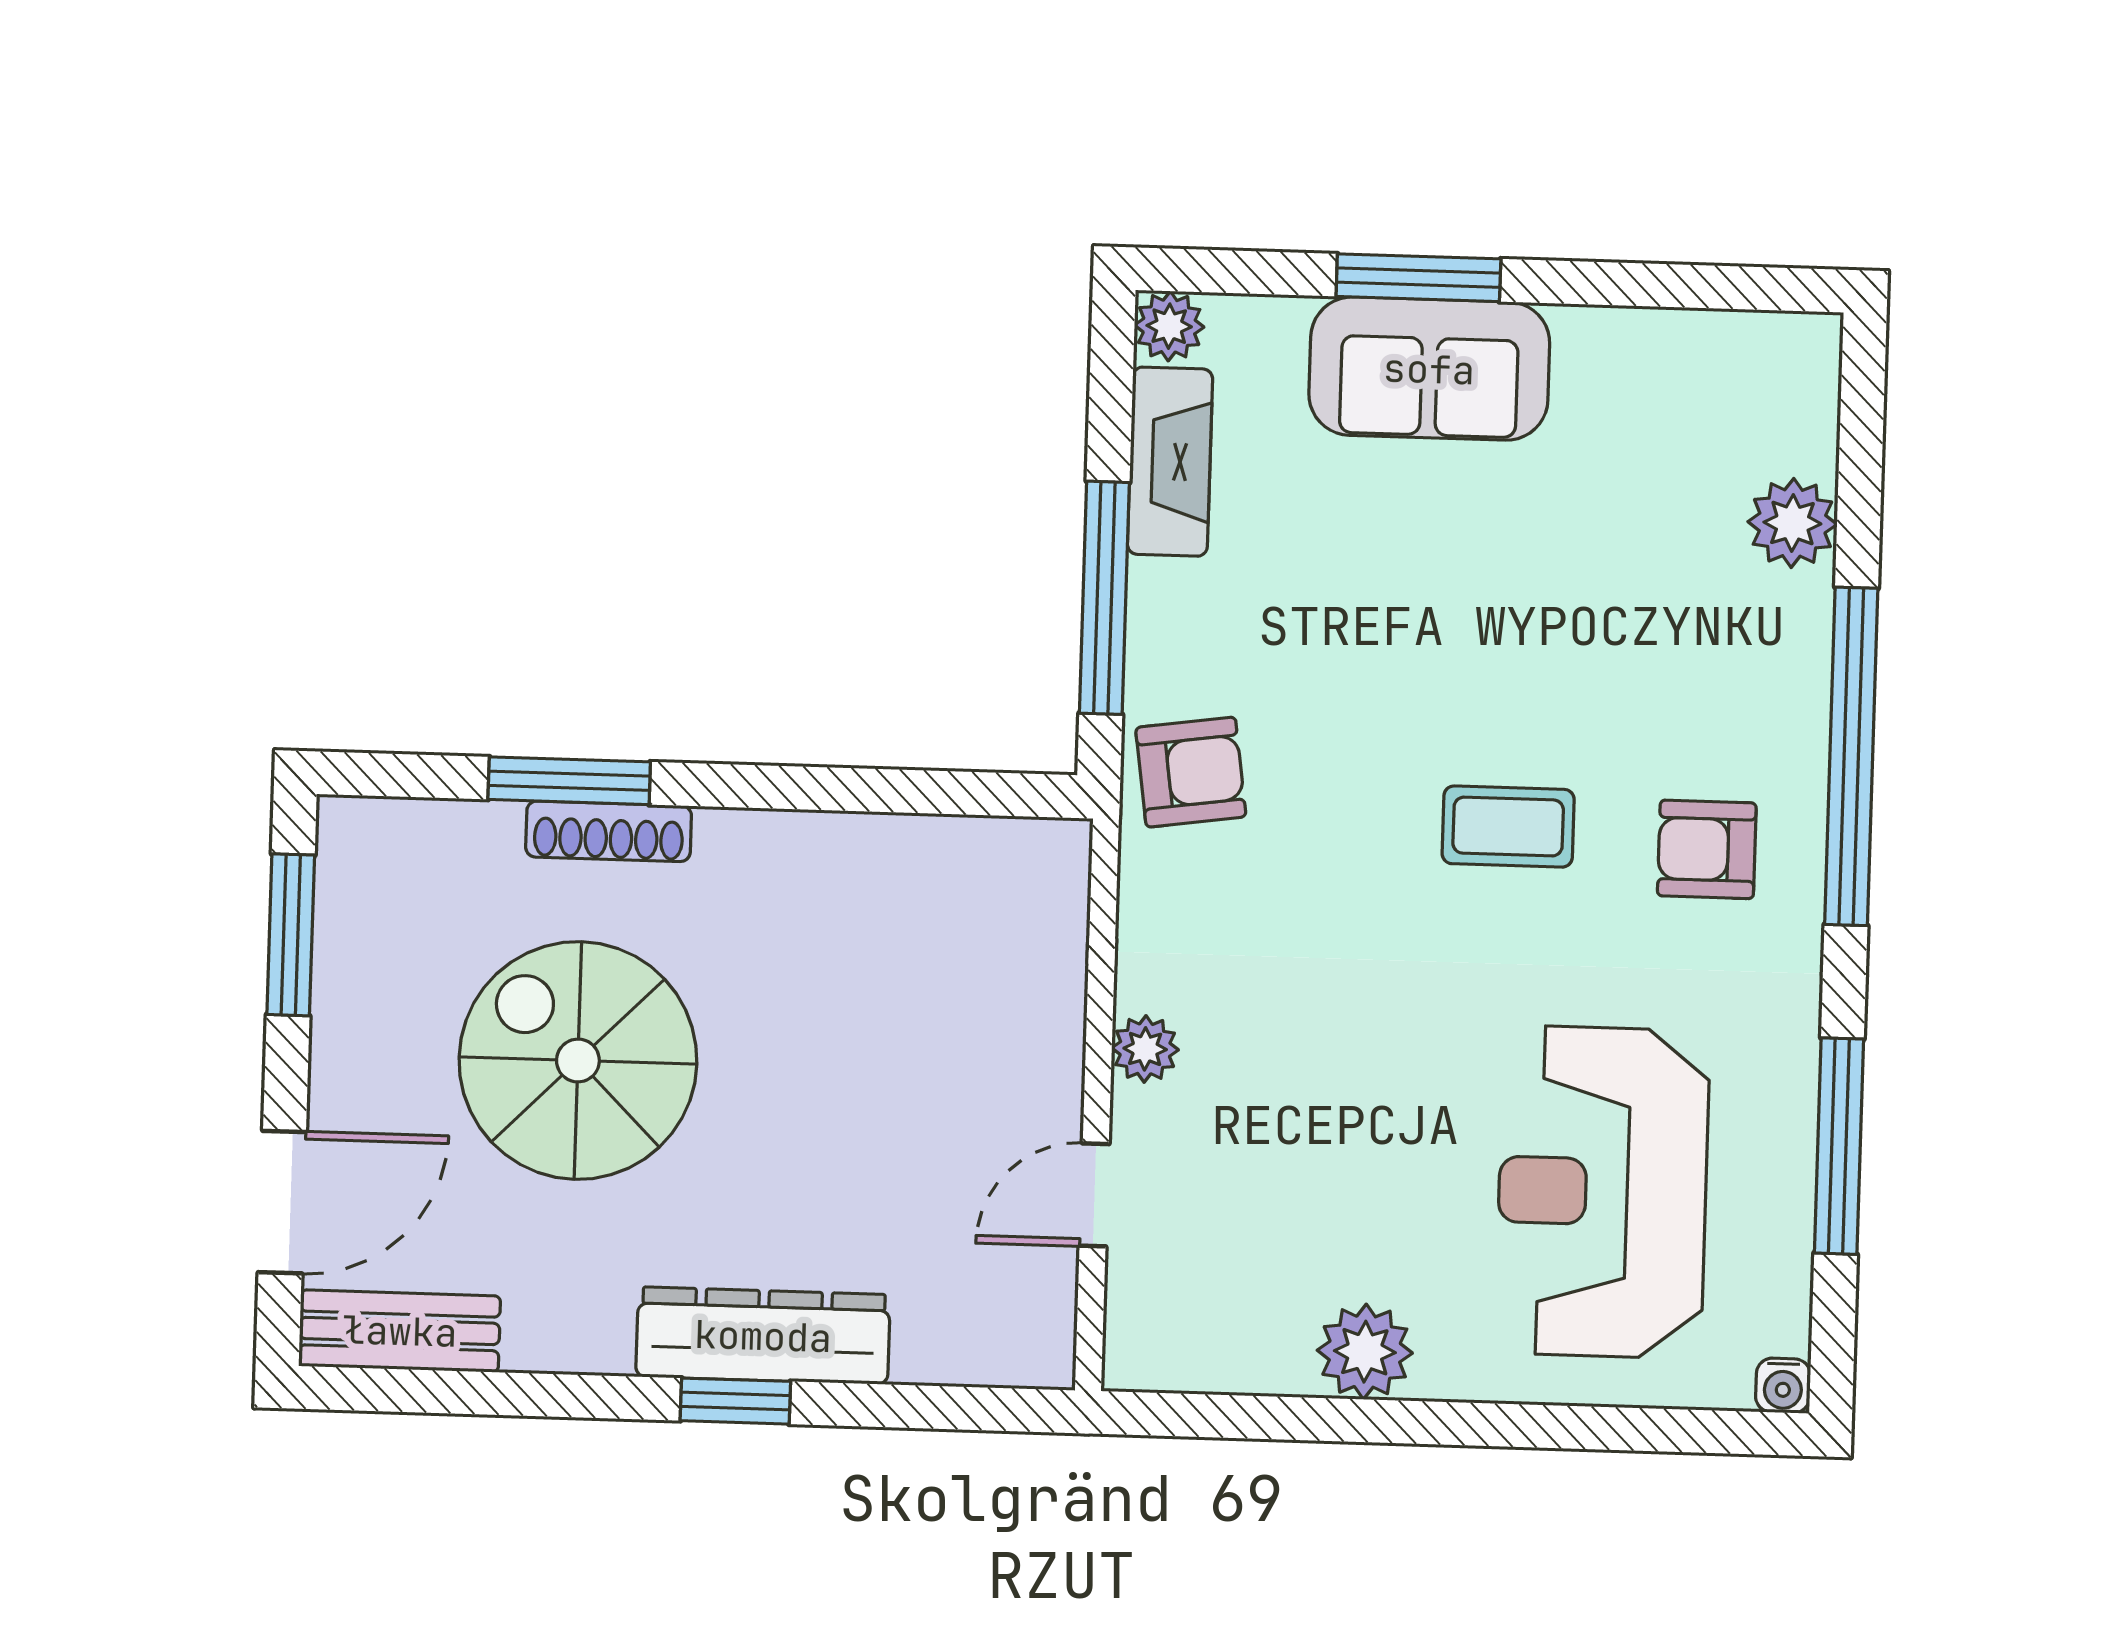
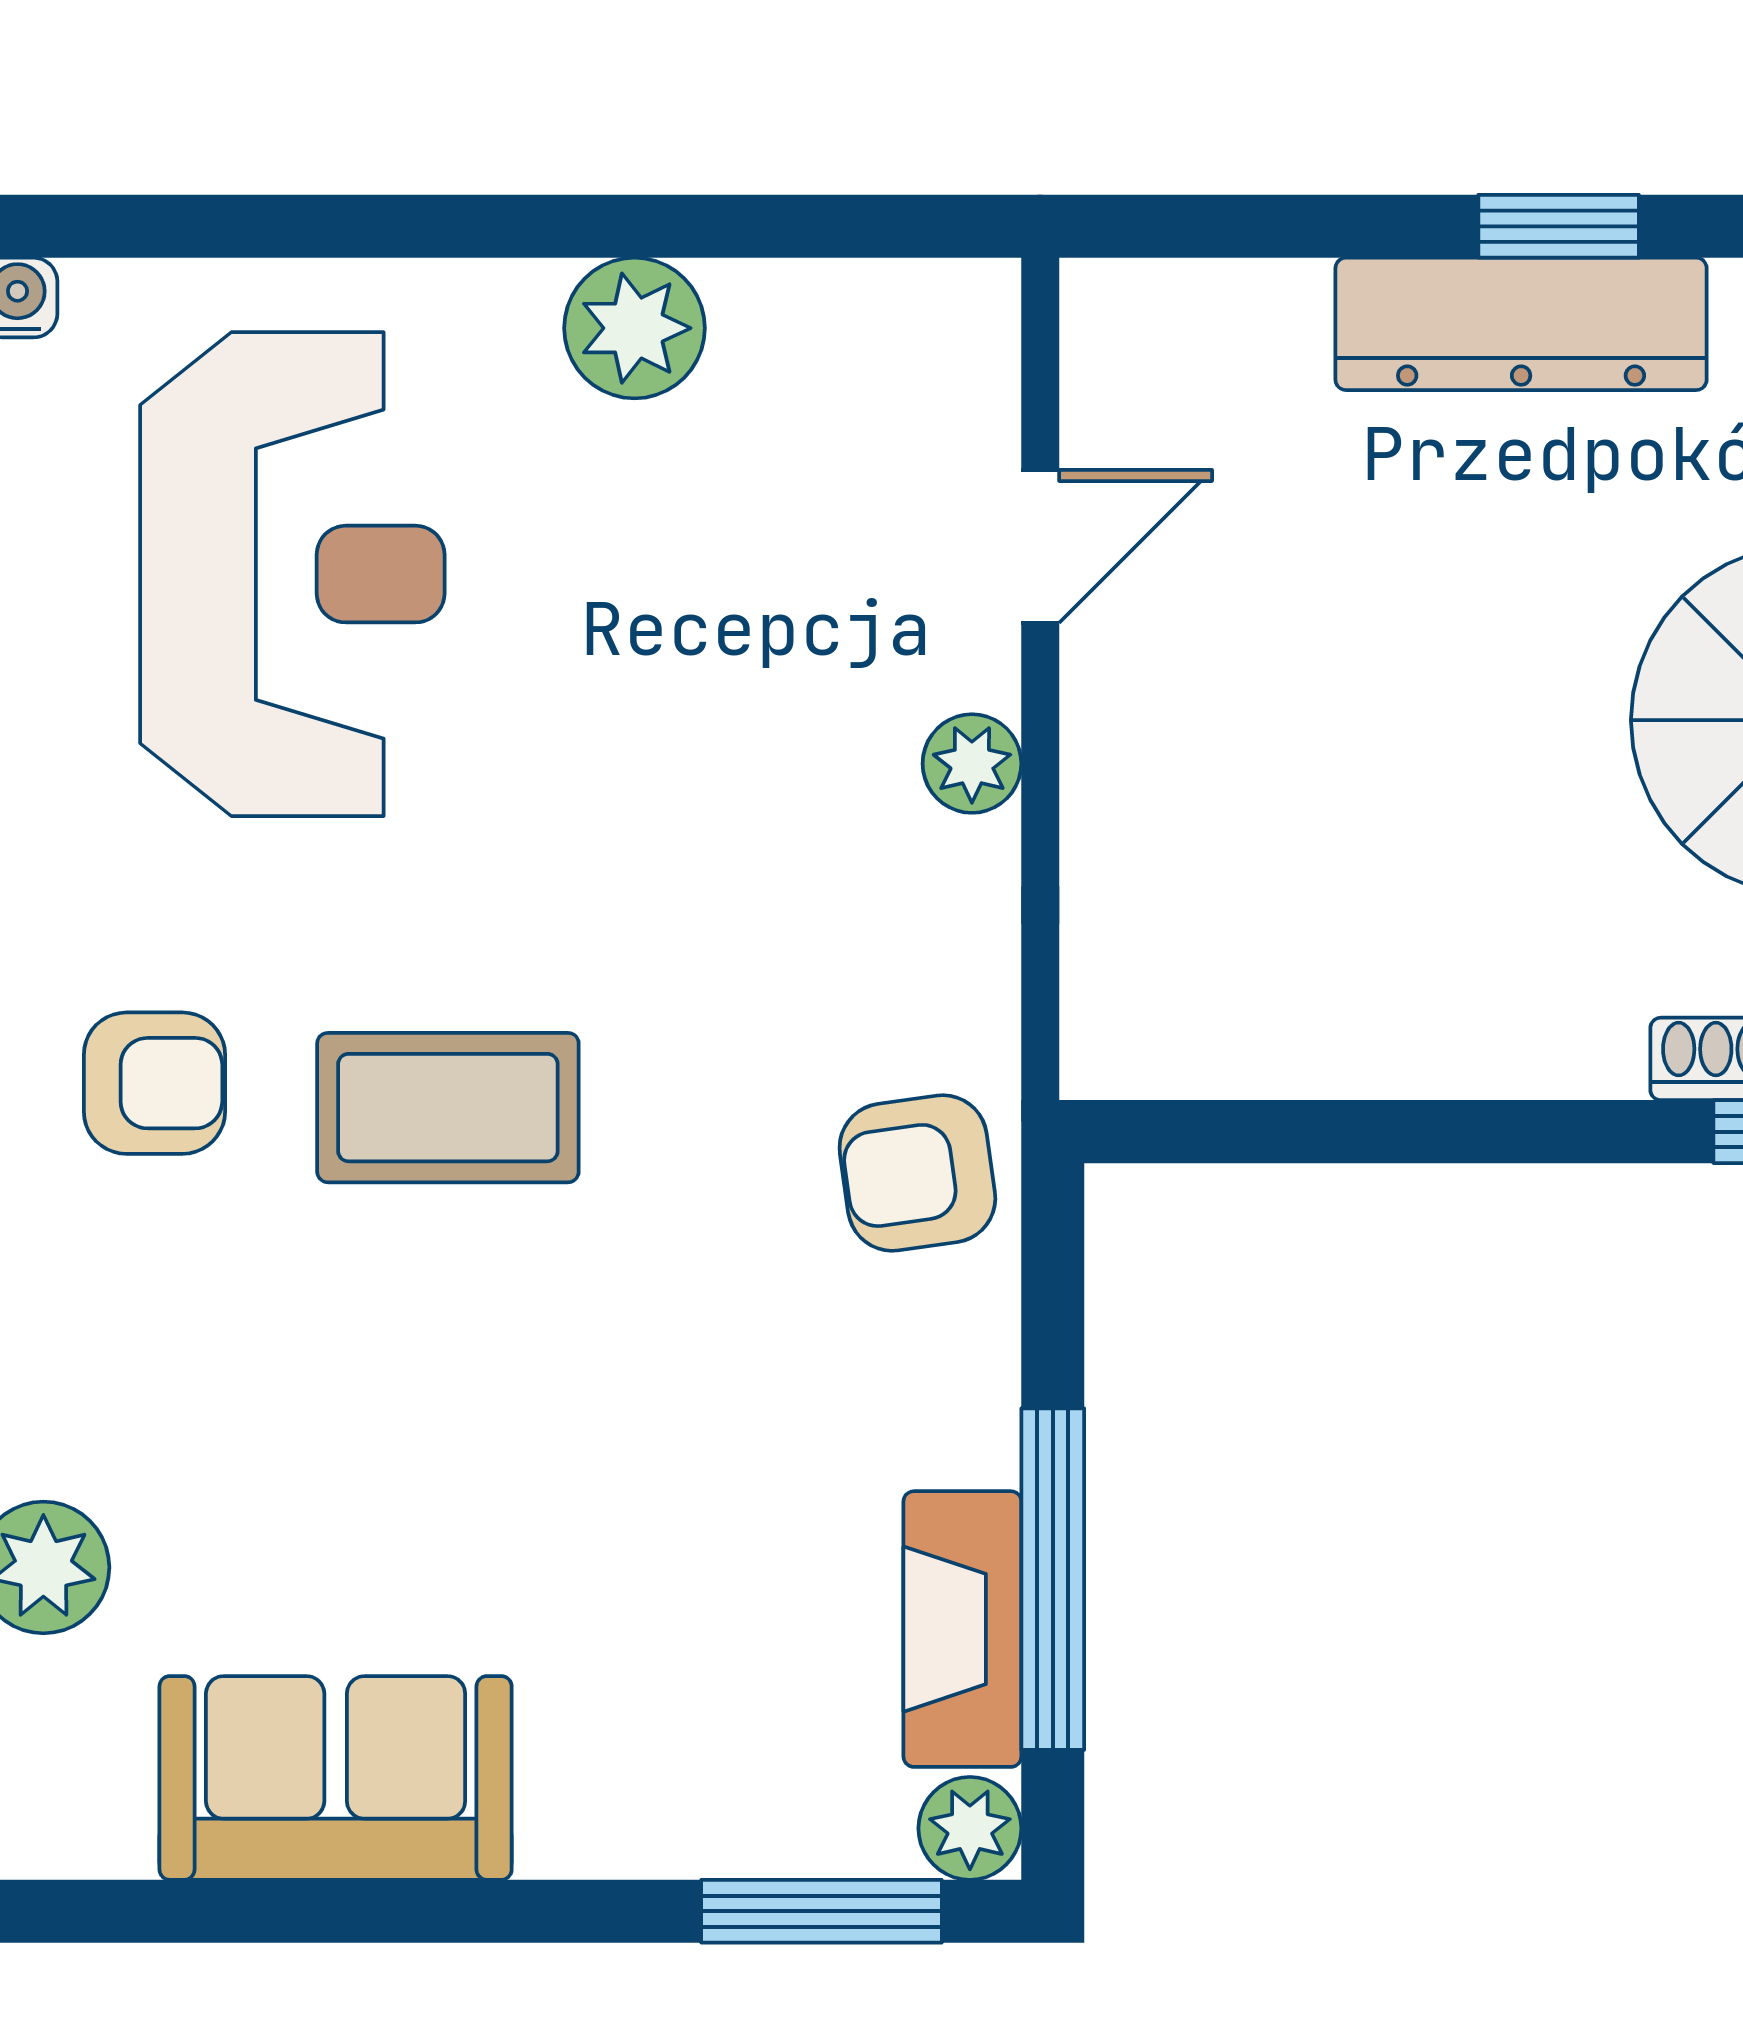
window: (1418, 278) -> (821, 1911), moved
sofa: (1429, 369) -> (336, 1778), moved
window: (1104, 598) -> (1053, 1579), moved
coffee table: (1508, 827) -> (448, 1108), width x1.36, depth x1.30

